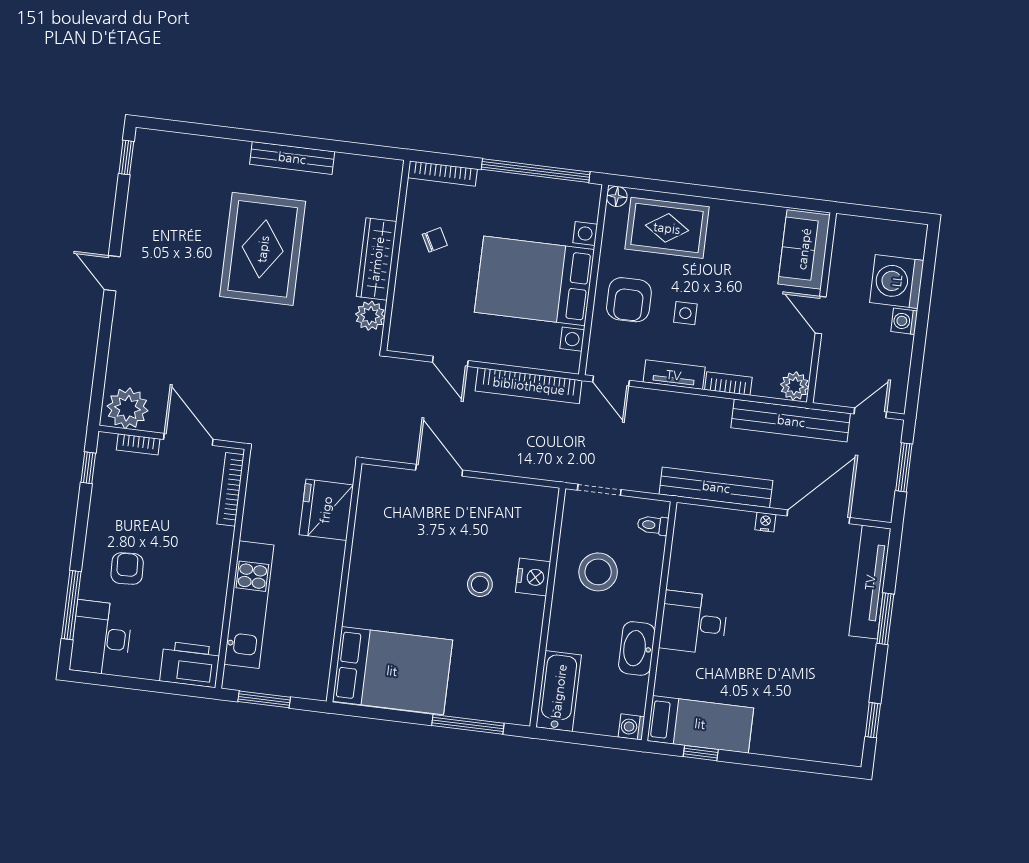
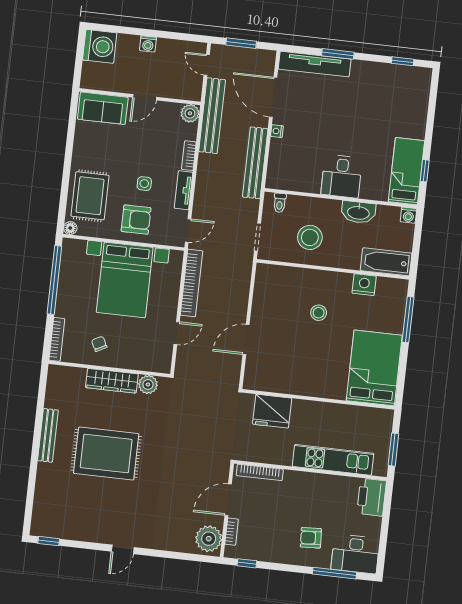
washing machine: (897, 281) -> (100, 46), moved, turned -90
nightstand: (533, 577) -> (364, 285), moved

